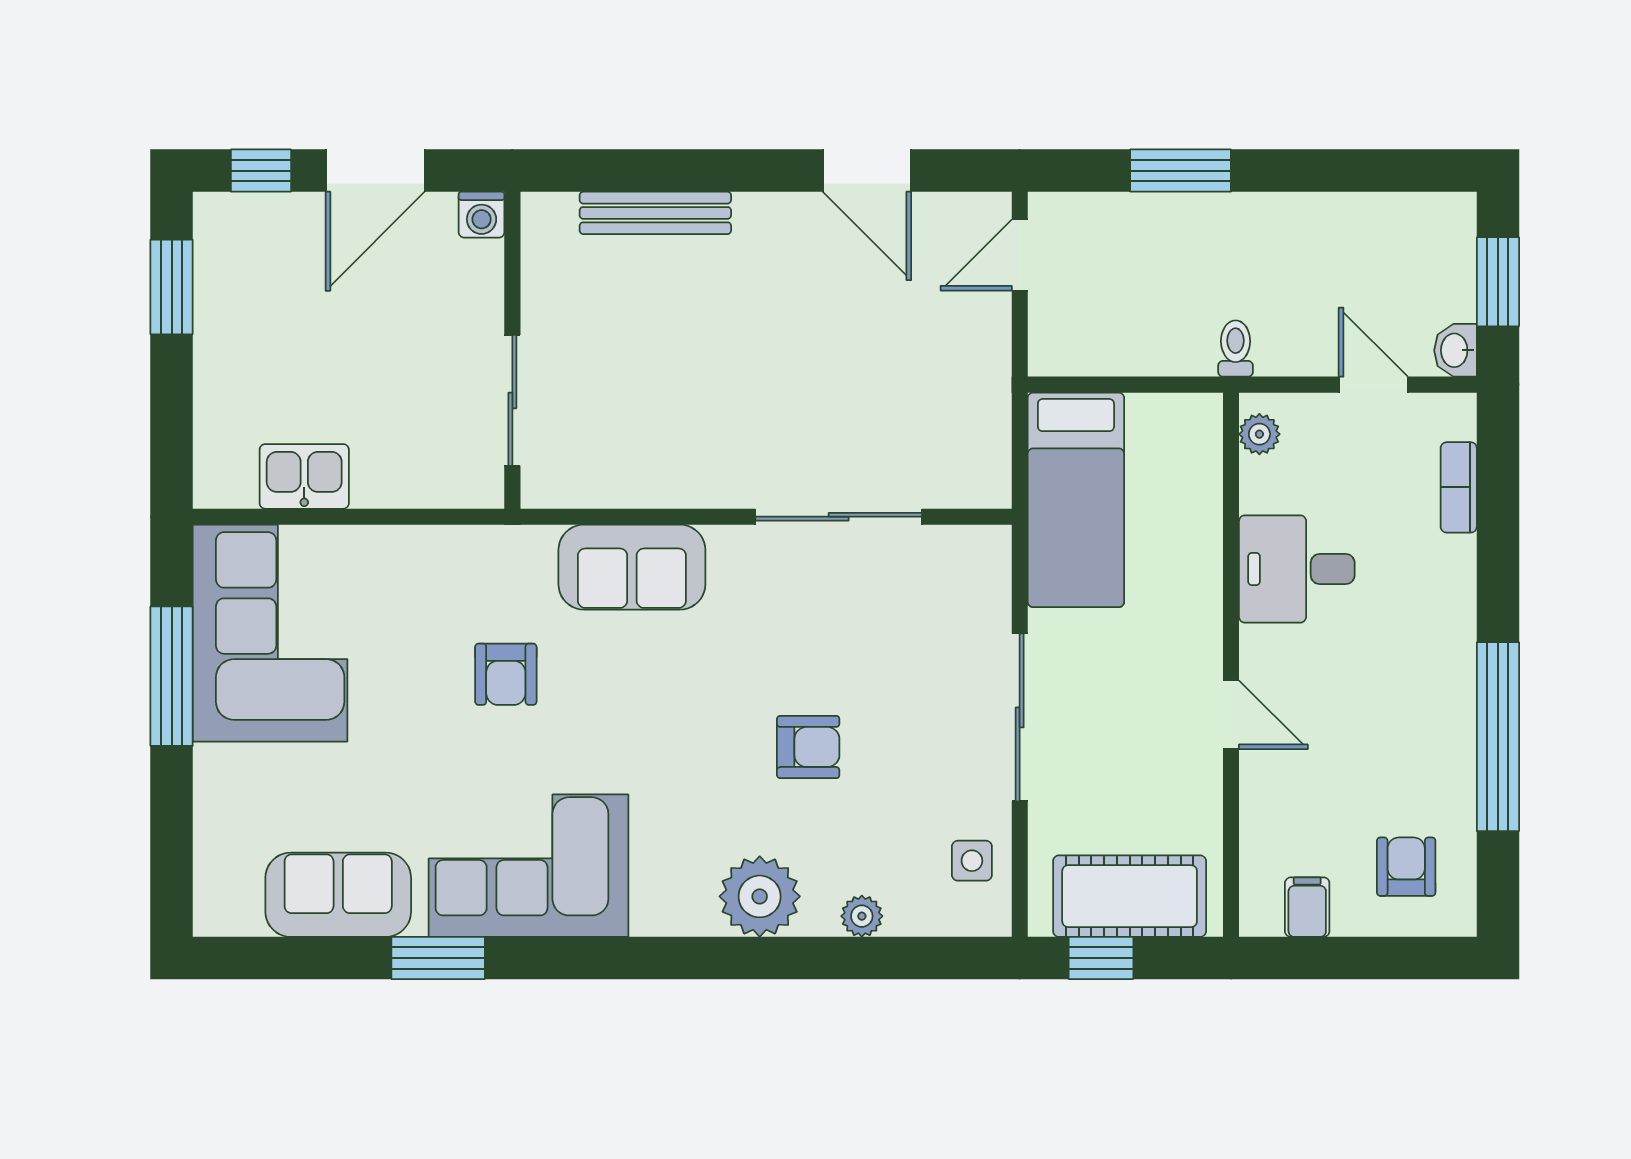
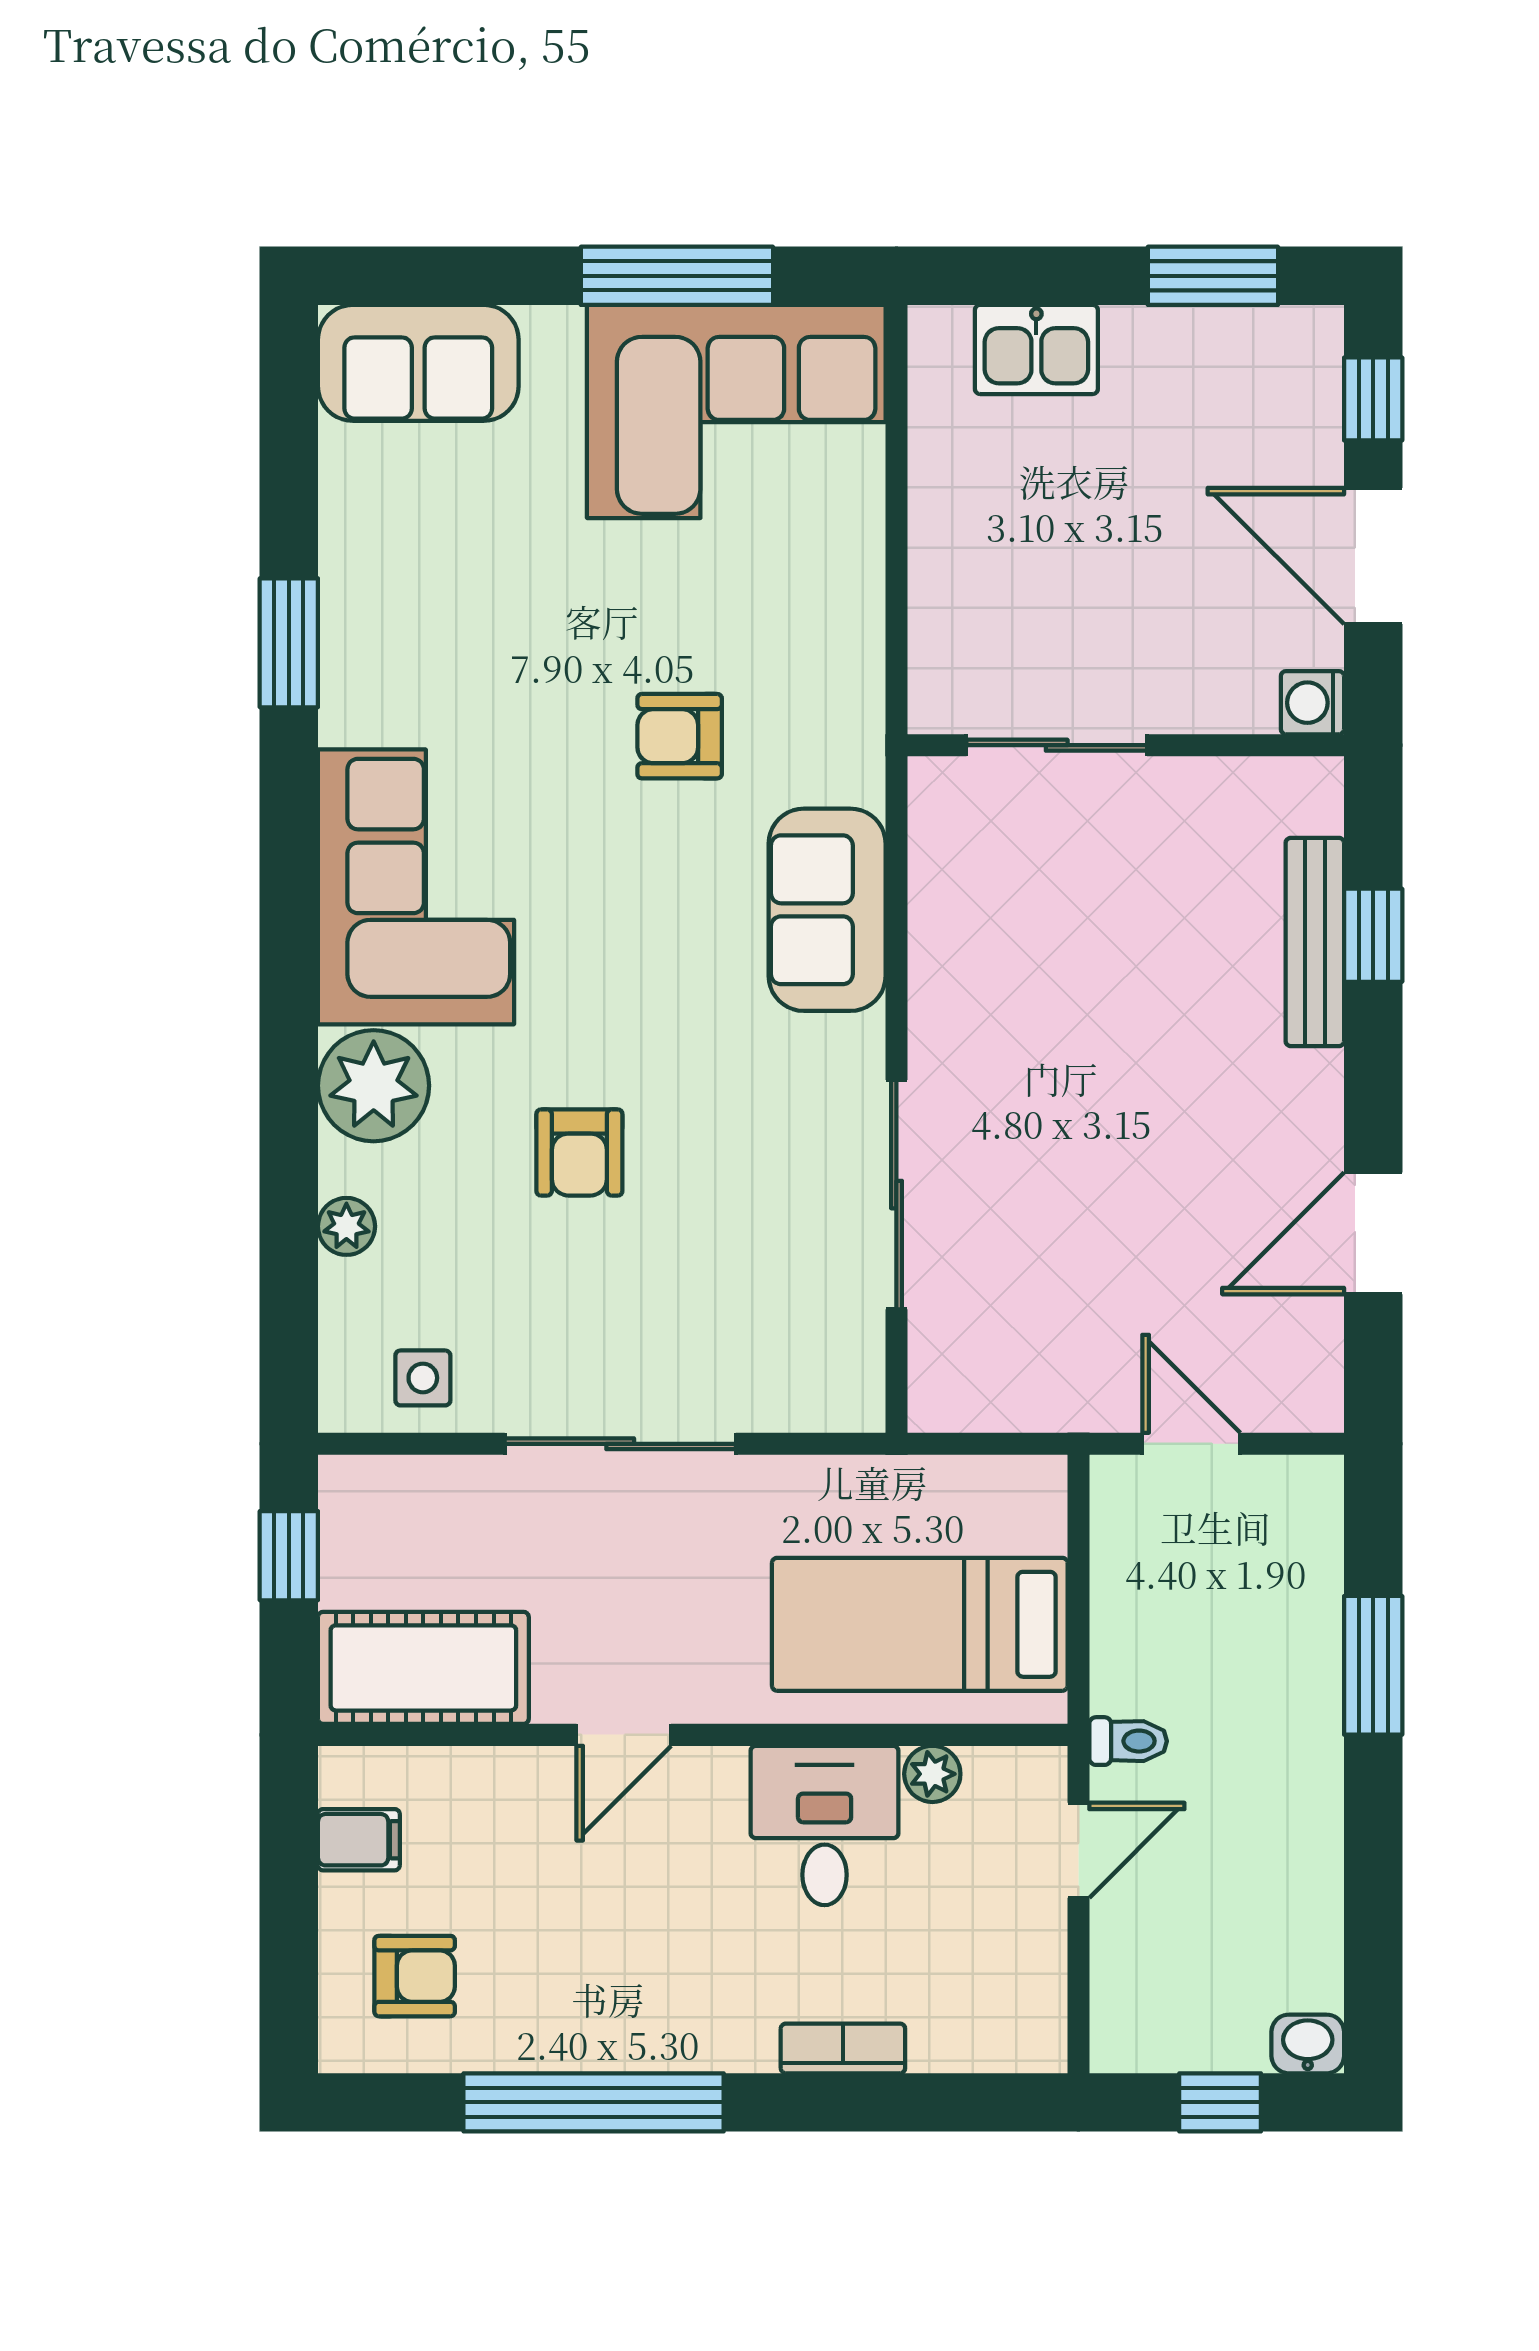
window: (650, 171) -> (1373, 935), added
door: (1020, 255) -> (1191, 1444), moved
window: (1498, 282) -> (1220, 2102), width x0.67
washbasin: (1455, 350) -> (1308, 2044), moved
door: (1373, 385) -> (1078, 1850), moved
plant: (1259, 434) -> (932, 1774), moved
kitchen sink: (304, 476) -> (1036, 349), moved, turned 90
bookcase: (1459, 487) -> (843, 2048), moved
bed: (1076, 500) -> (920, 1624), moved
corner sofa: (528, 866) -> (416, 887), moved
sofa: (338, 895) -> (418, 363), moved, turned 90
cot: (1130, 896) -> (423, 1668), moved, turned 90

